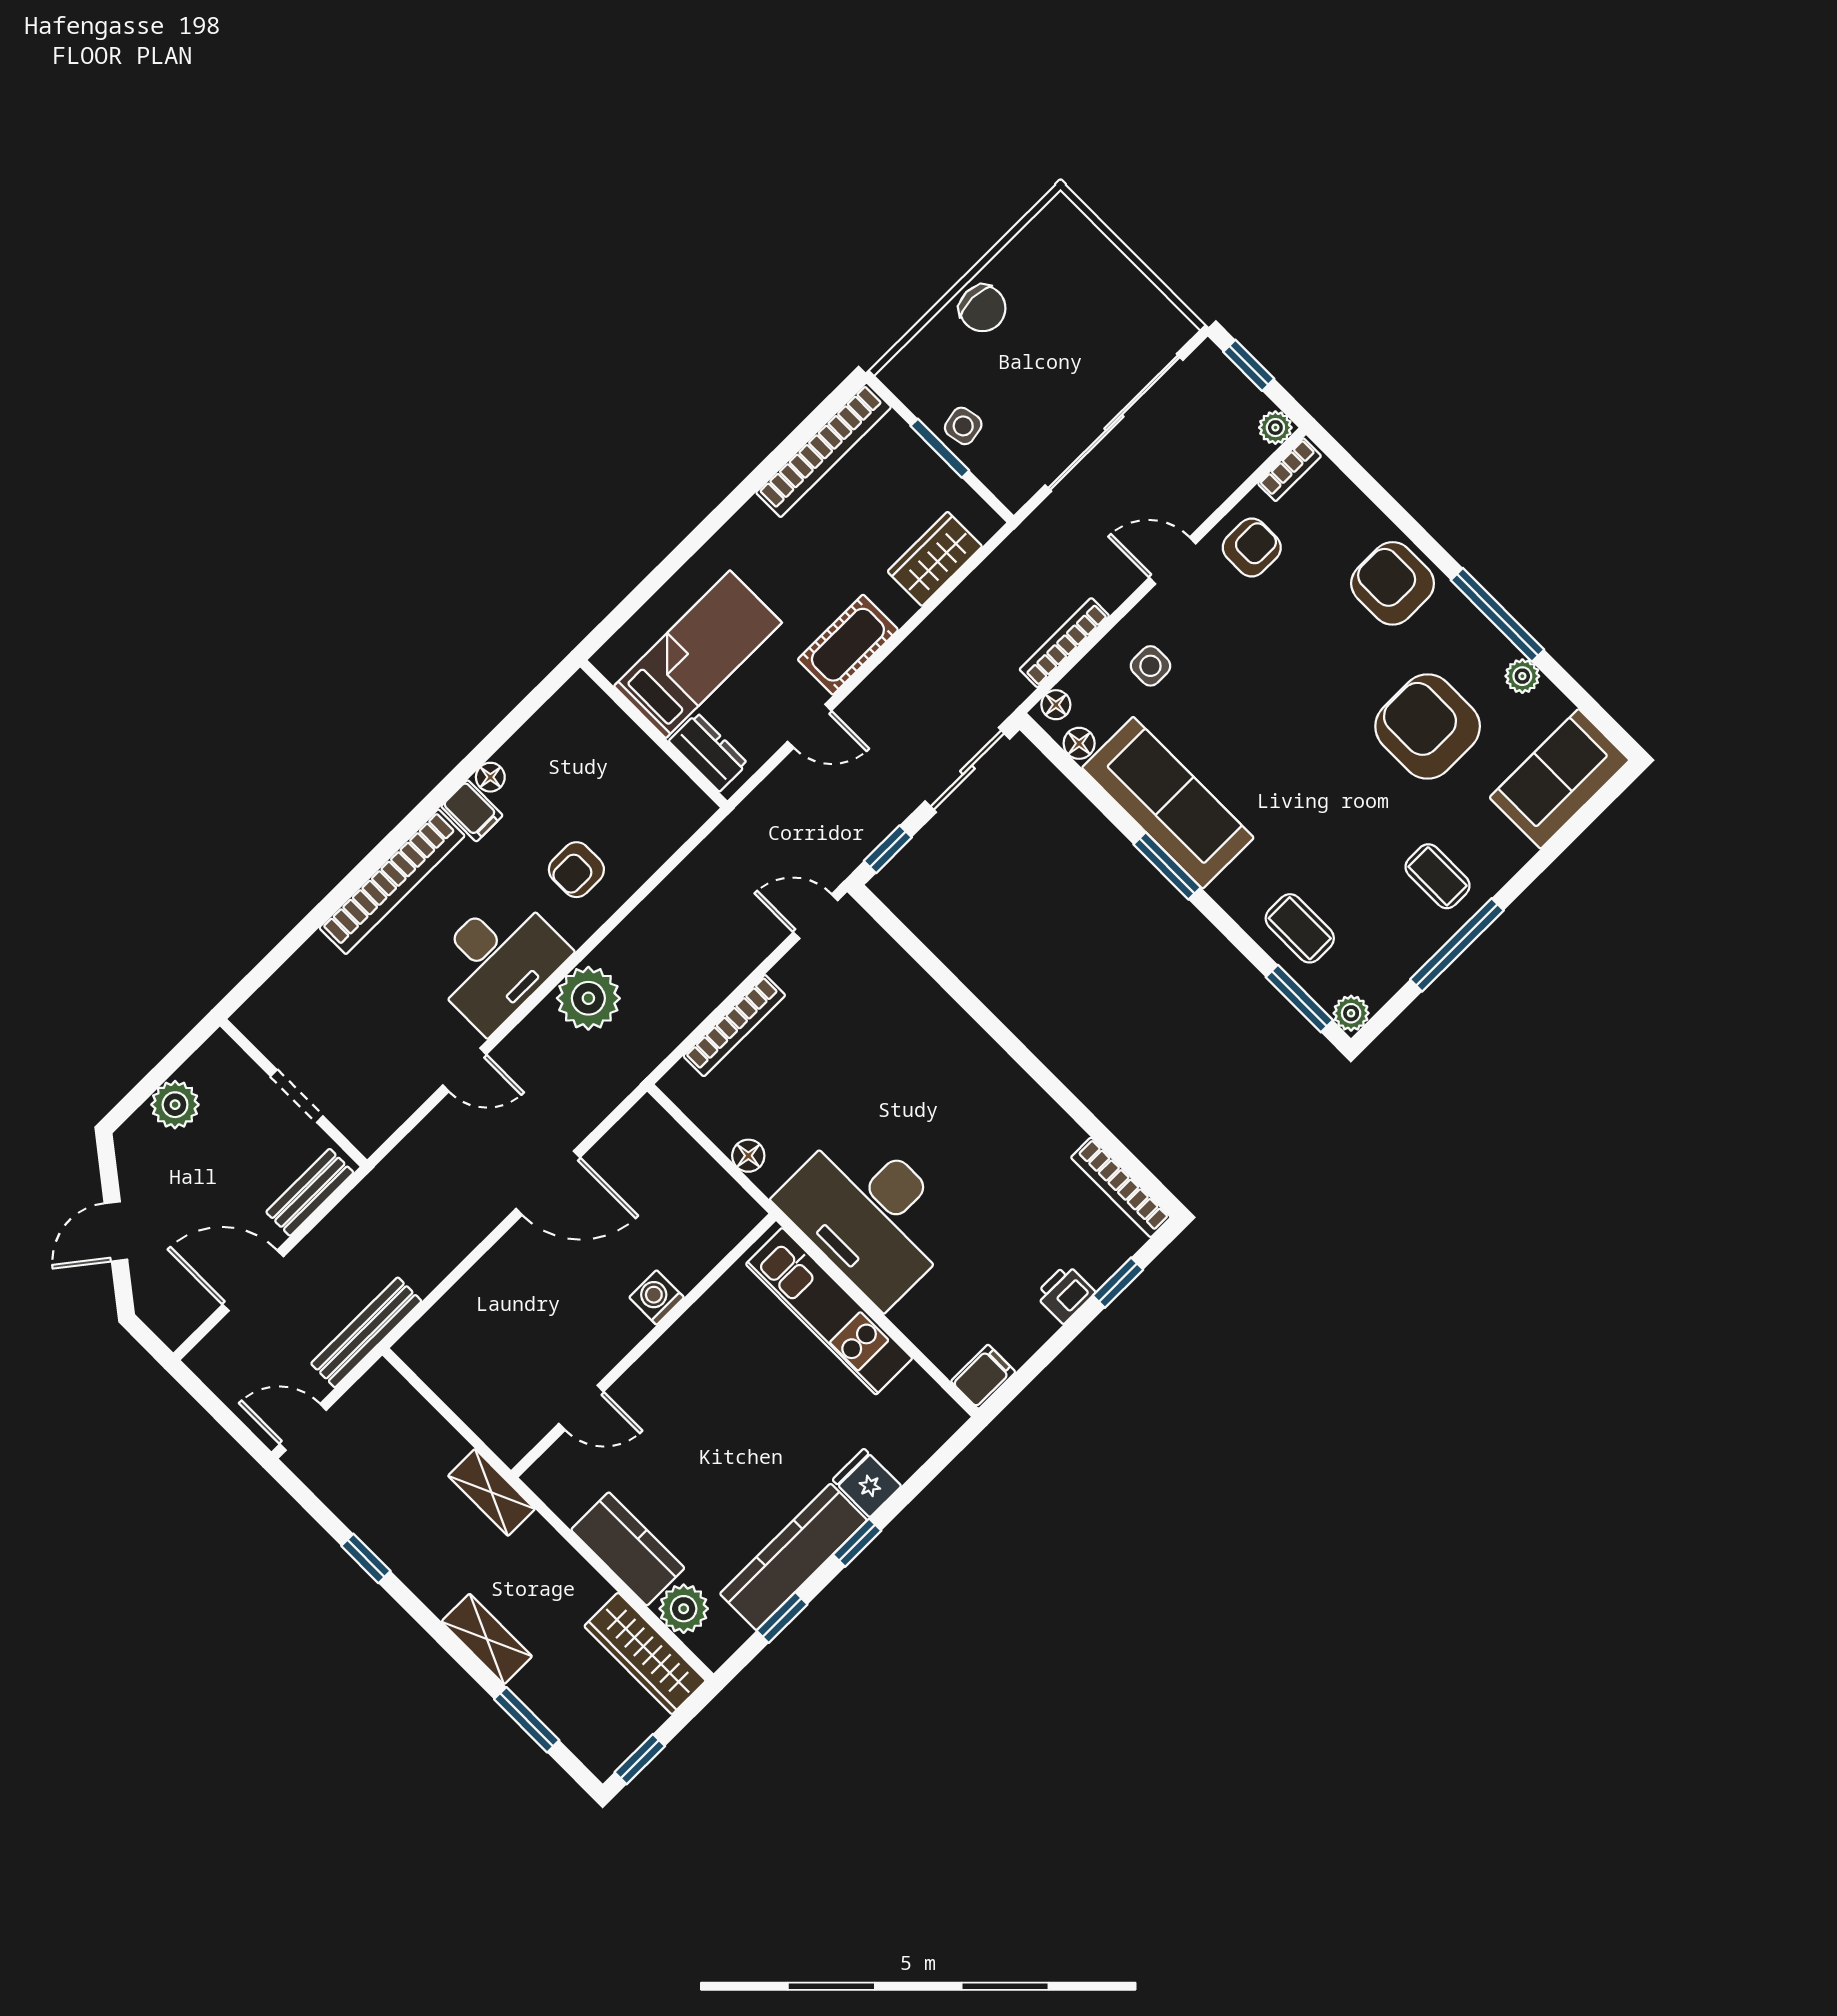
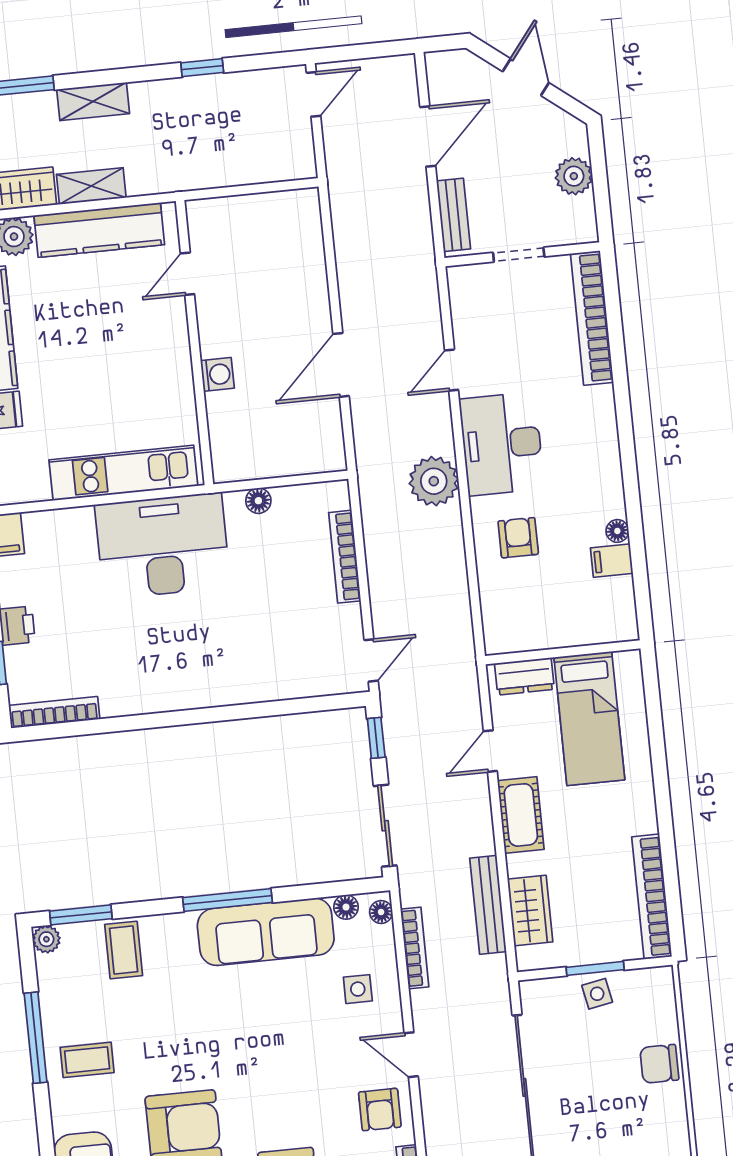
door: (1173, 561) -> (411, 1055), swing flipped
filing cabinet: (472, 811) -> (612, 561), moved
window: (1167, 866) -> (228, 900), width x1.44
bookcase: (392, 882) -> (592, 318), moved
coffee table: (1300, 928) -> (124, 950), turned 90
bench: (366, 1332) -> (488, 905), moved
shelving: (492, 1492) -> (91, 186), moved
kitchen counter: (628, 1549) -> (99, 230), width x1.50

